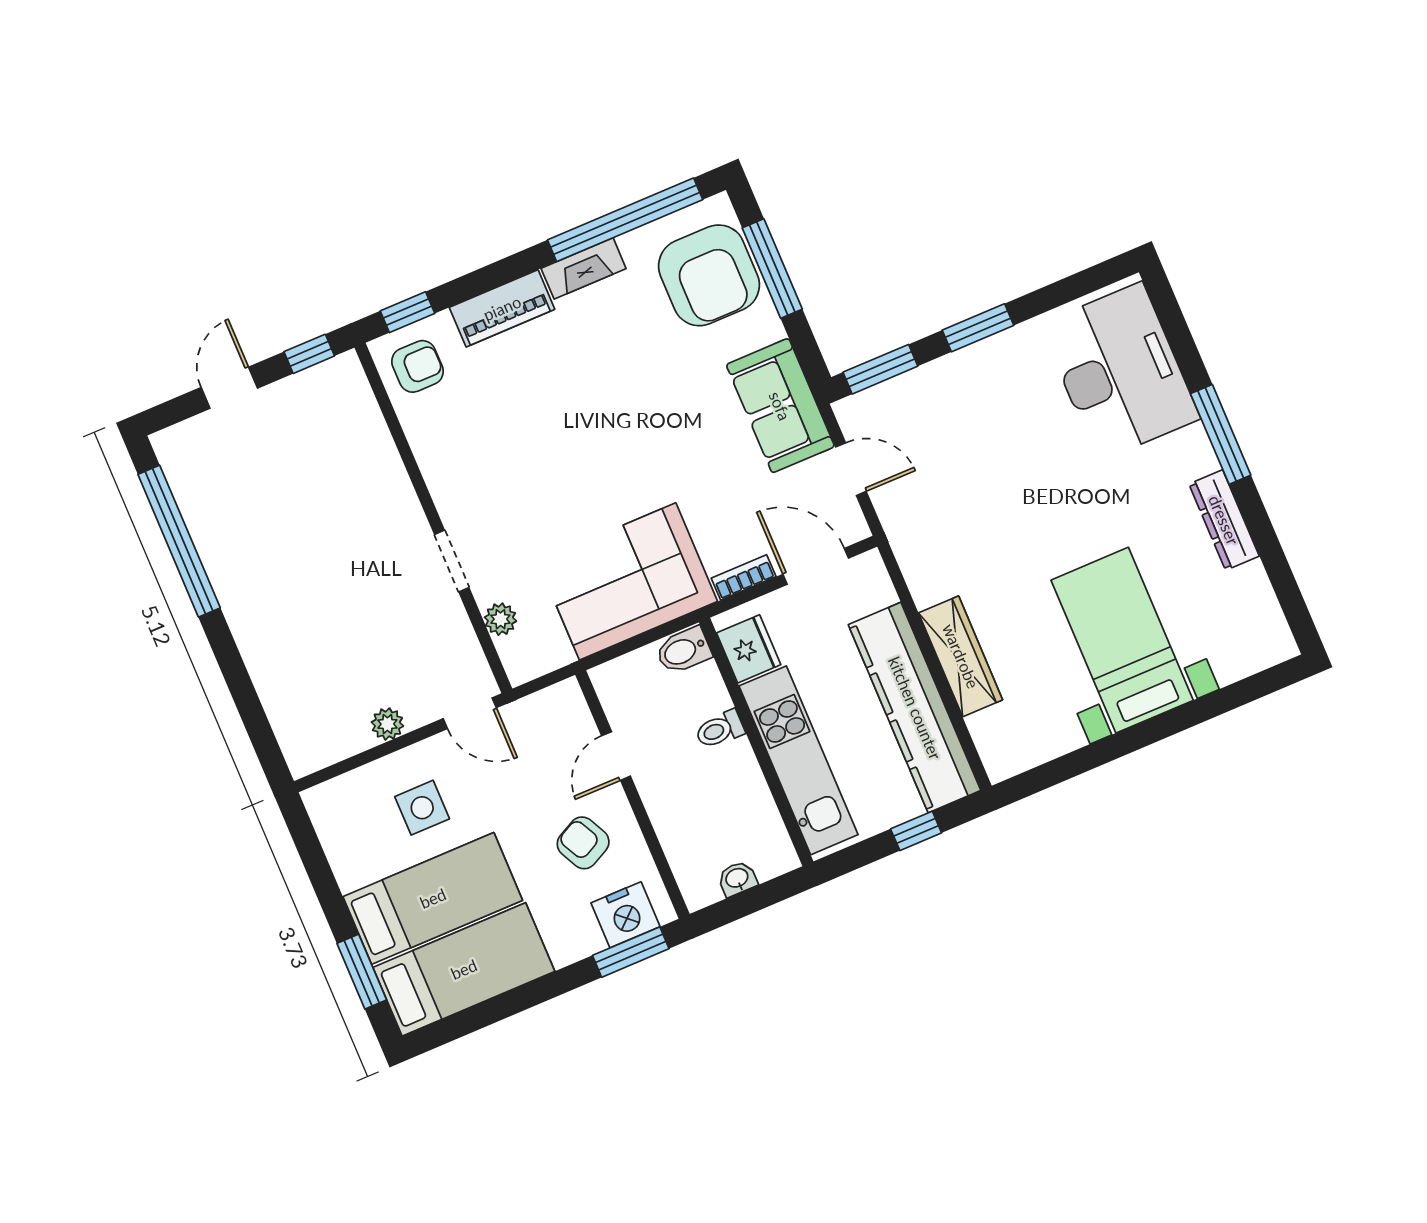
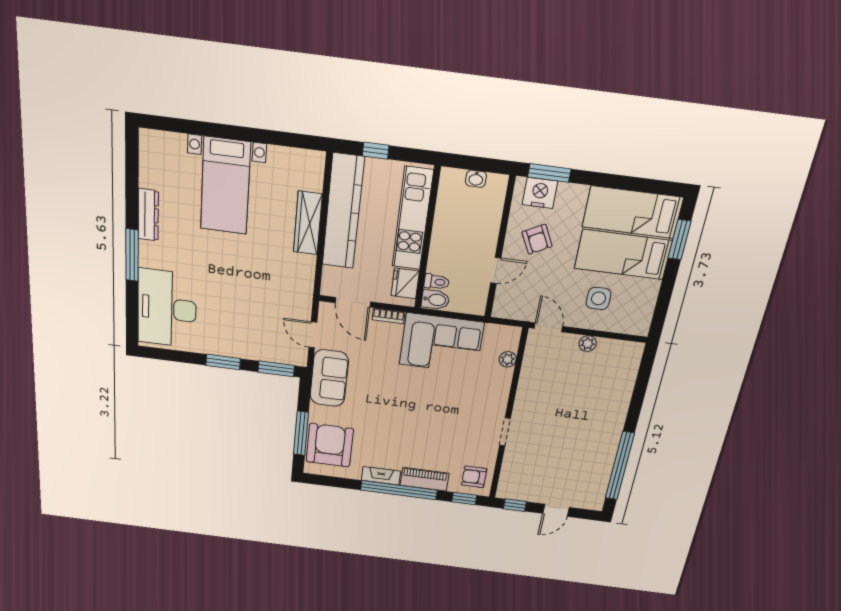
window: (625, 220) -> (399, 490), moved
doorway: (452, 561) -> (505, 432), moved
toilet: (720, 729) -> (437, 282), moved

